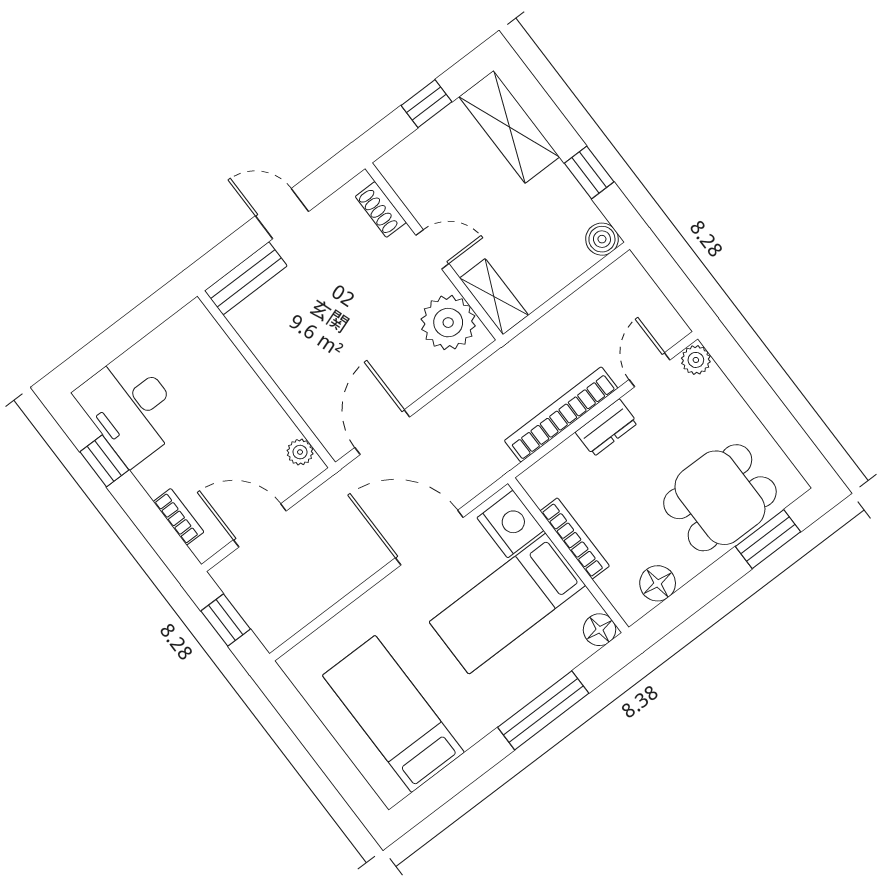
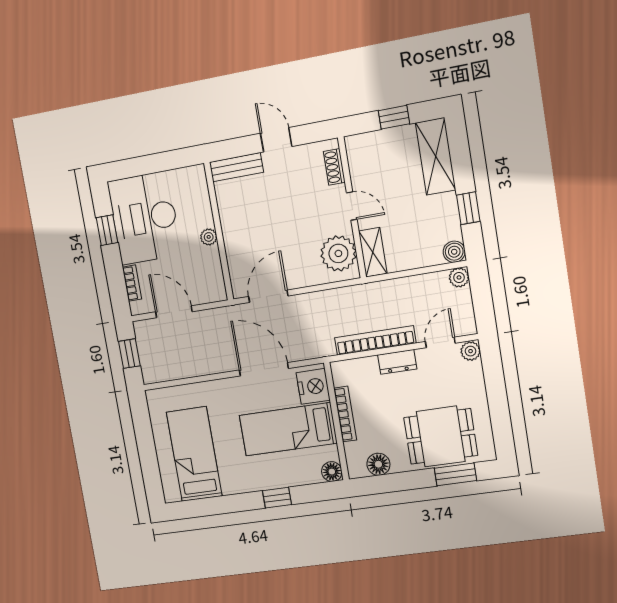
plant: (627, 270) -> (459, 277), added
desk: (131, 408) -> (144, 218), width x1.36, depth x1.30
plant: (300, 452) -> (209, 237), moved
window: (543, 710) -> (277, 498), width x0.46

